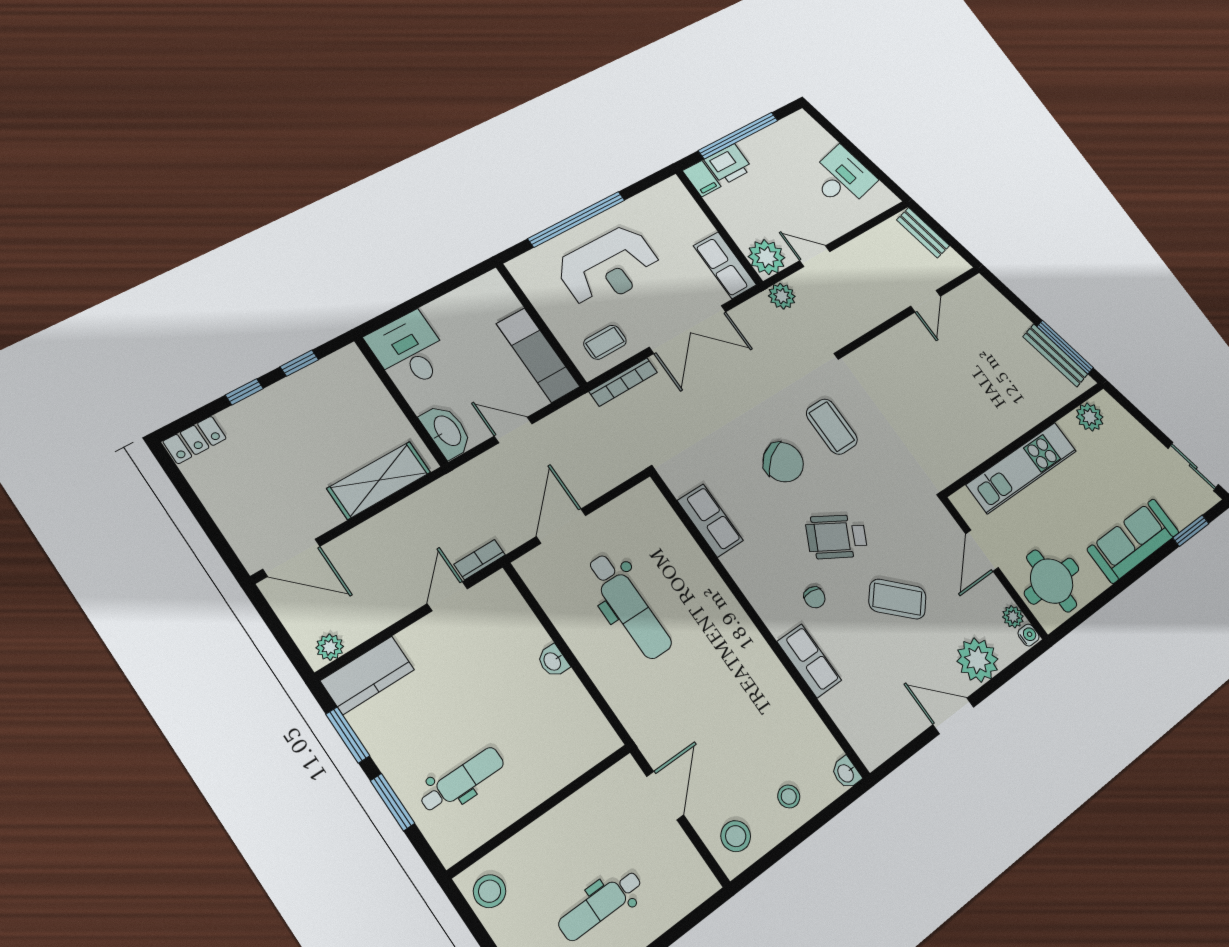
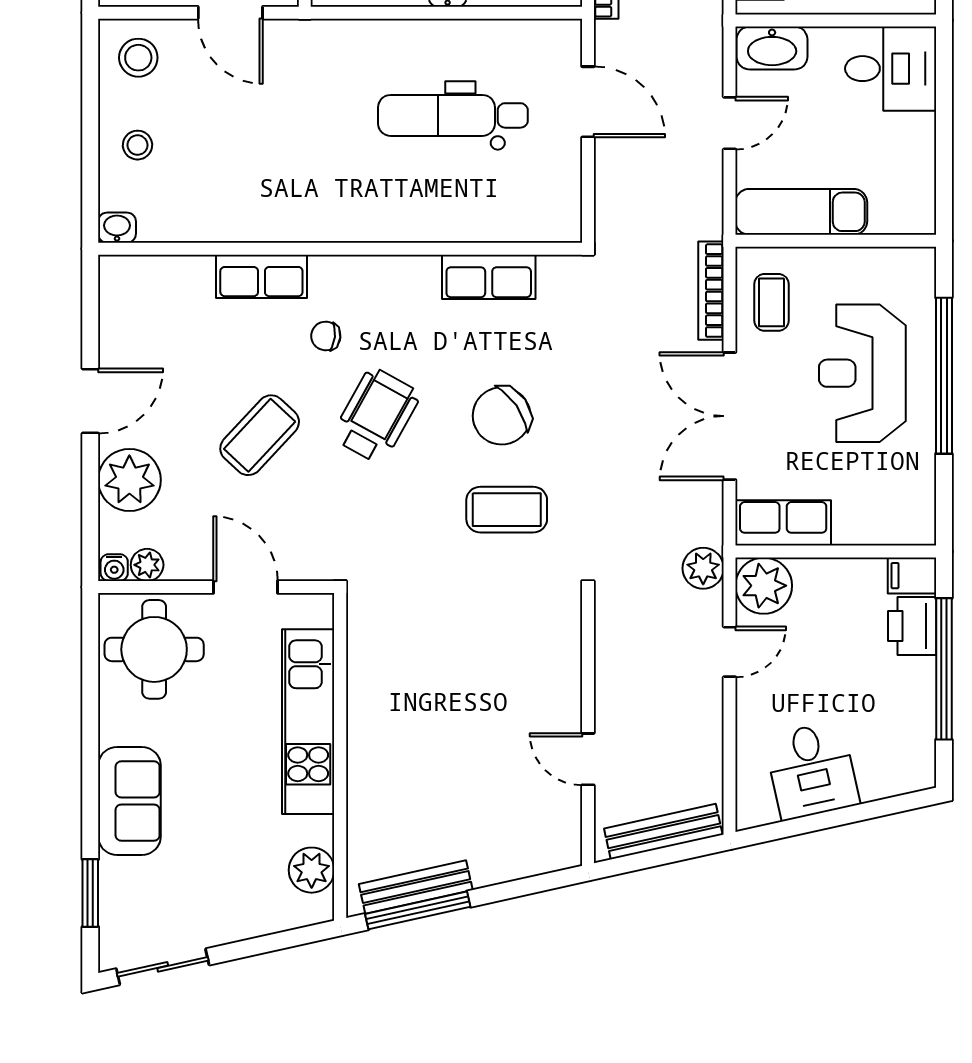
bench: (923, 233) -> (663, 832), width x1.36
sofa: (1133, 541) -> (129, 801), width x0.73

